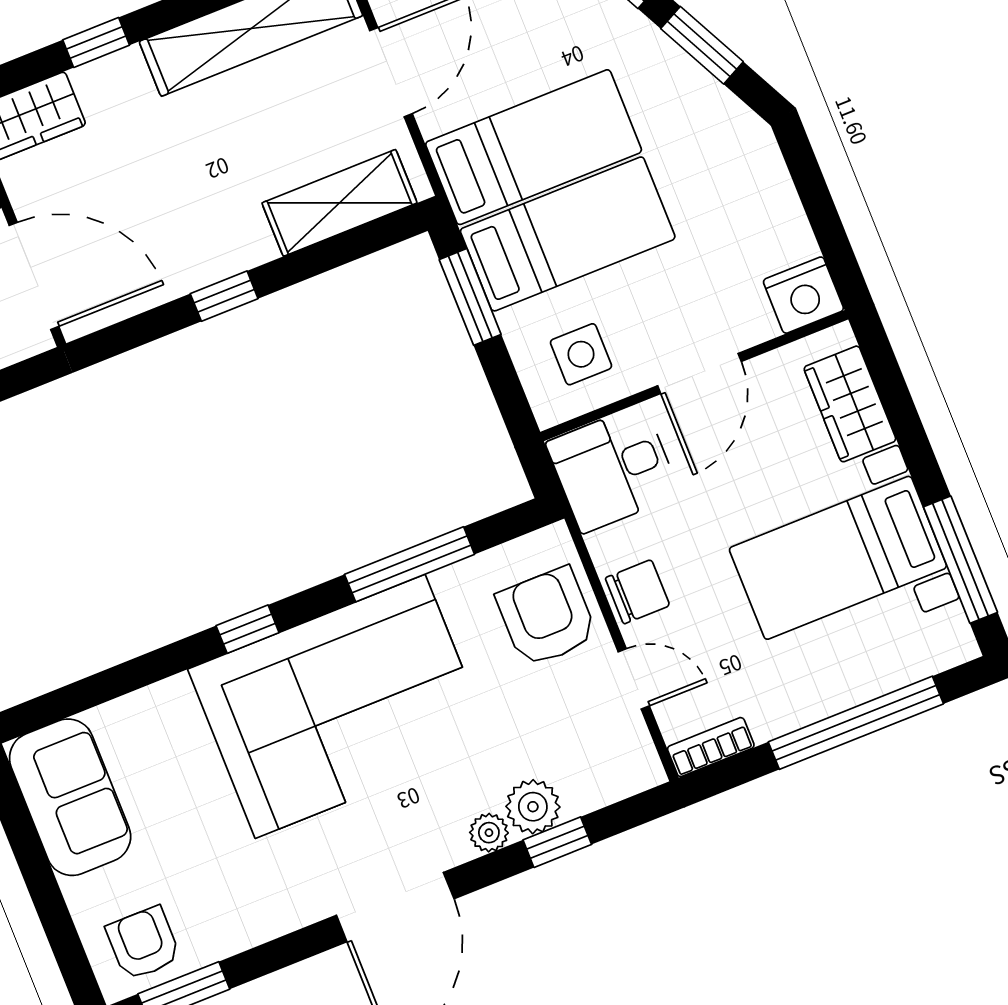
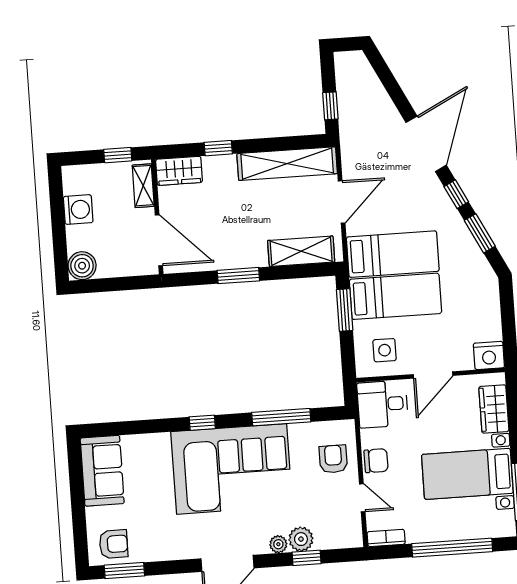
window: (224, 296) -> (238, 276), width x1.50
armchair: (547, 617) -> (333, 459), width x0.72, depth x0.72
armchair: (143, 943) -> (114, 544), turned 90

